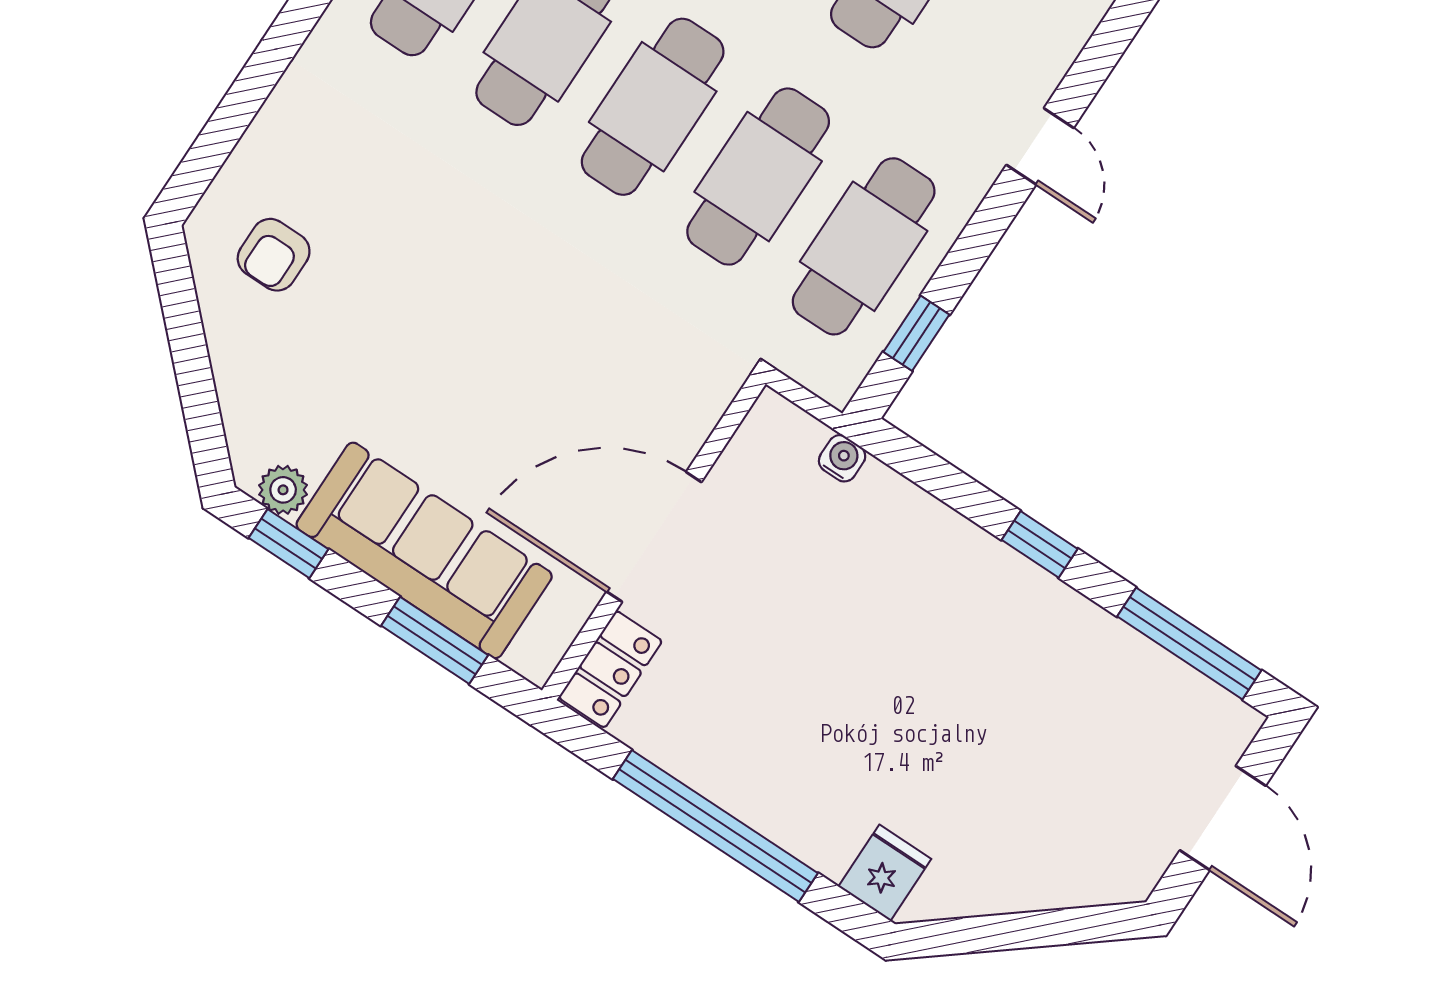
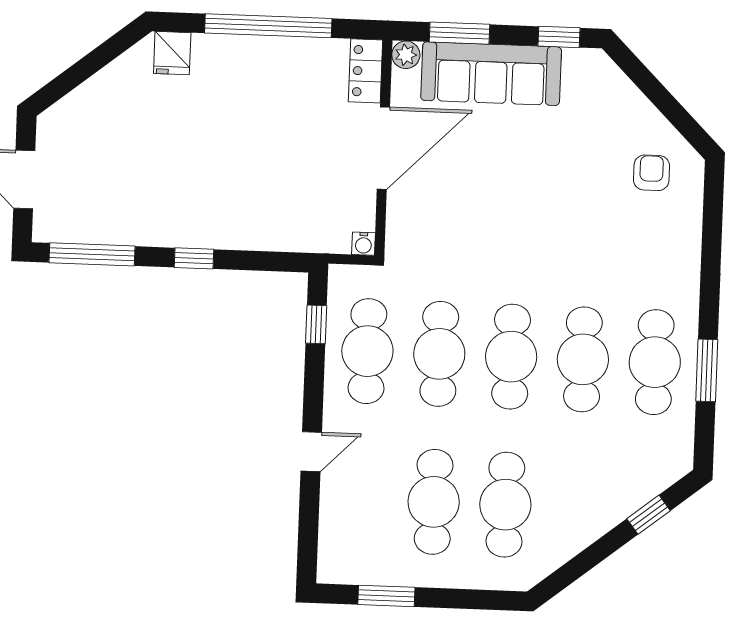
door: (1040, 146) -> (311, 452), swing flipped
water cooler: (842, 458) -> (363, 244), moved
plant: (283, 490) -> (406, 55), moved

